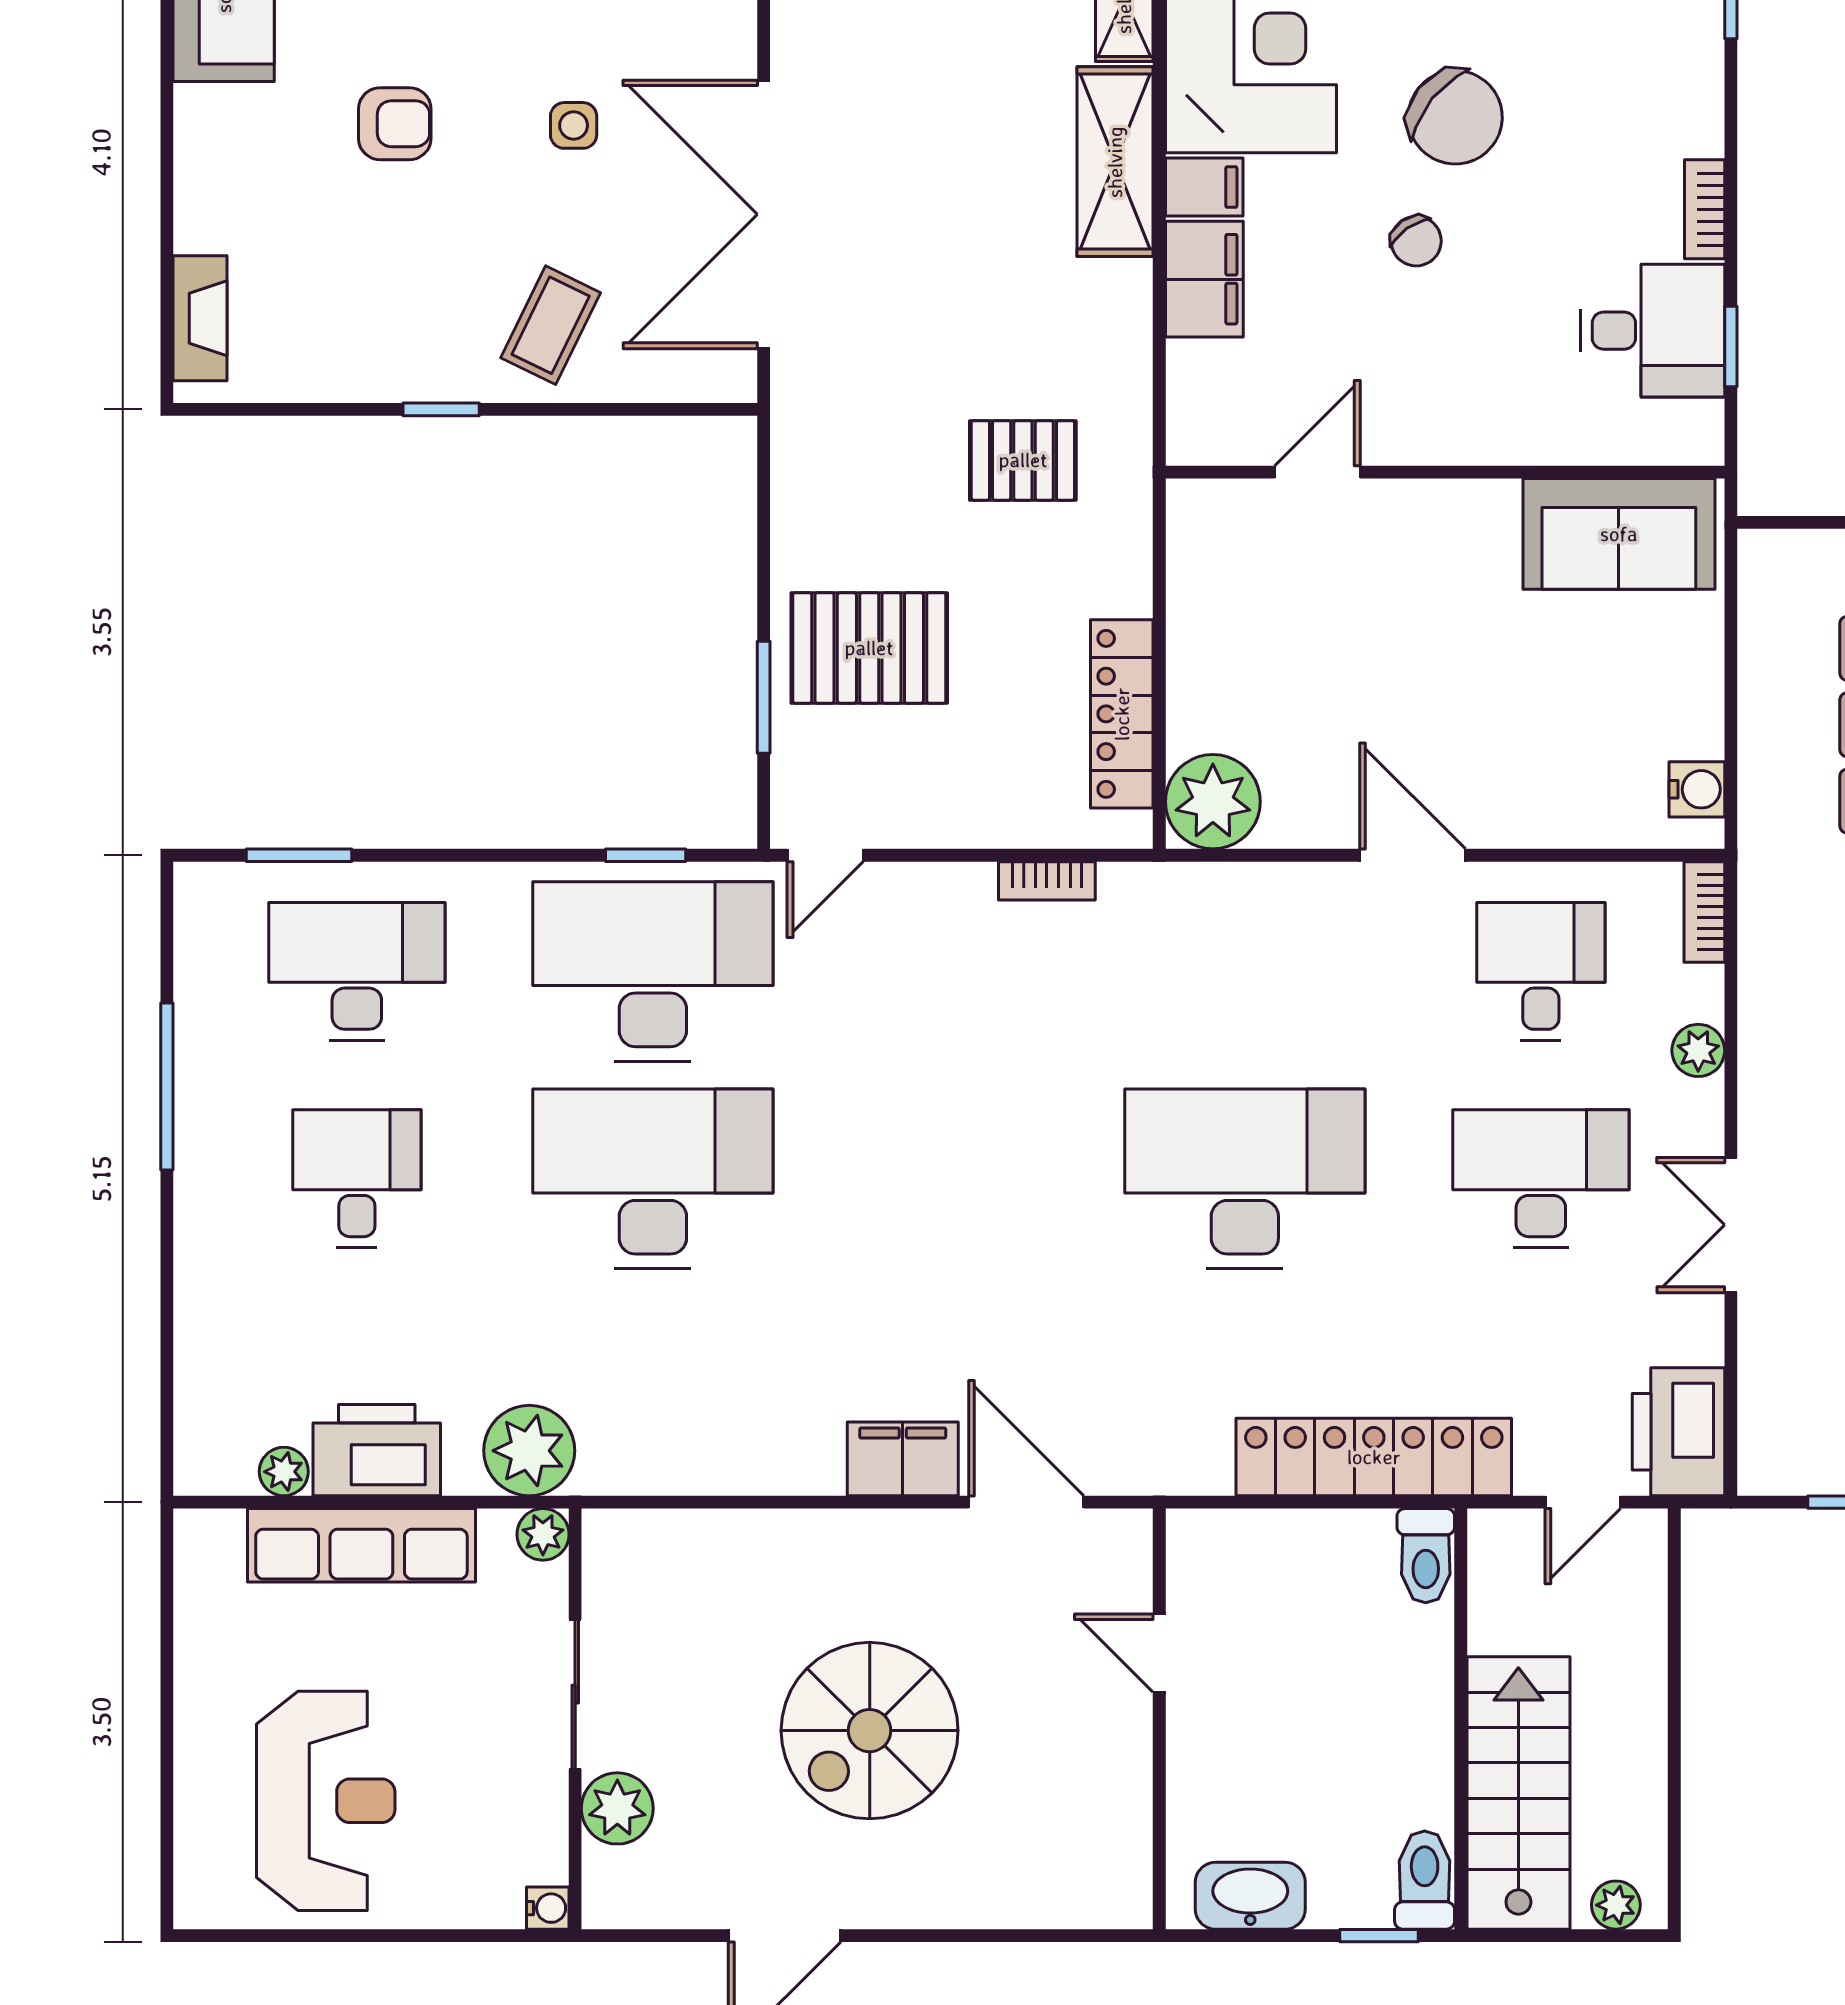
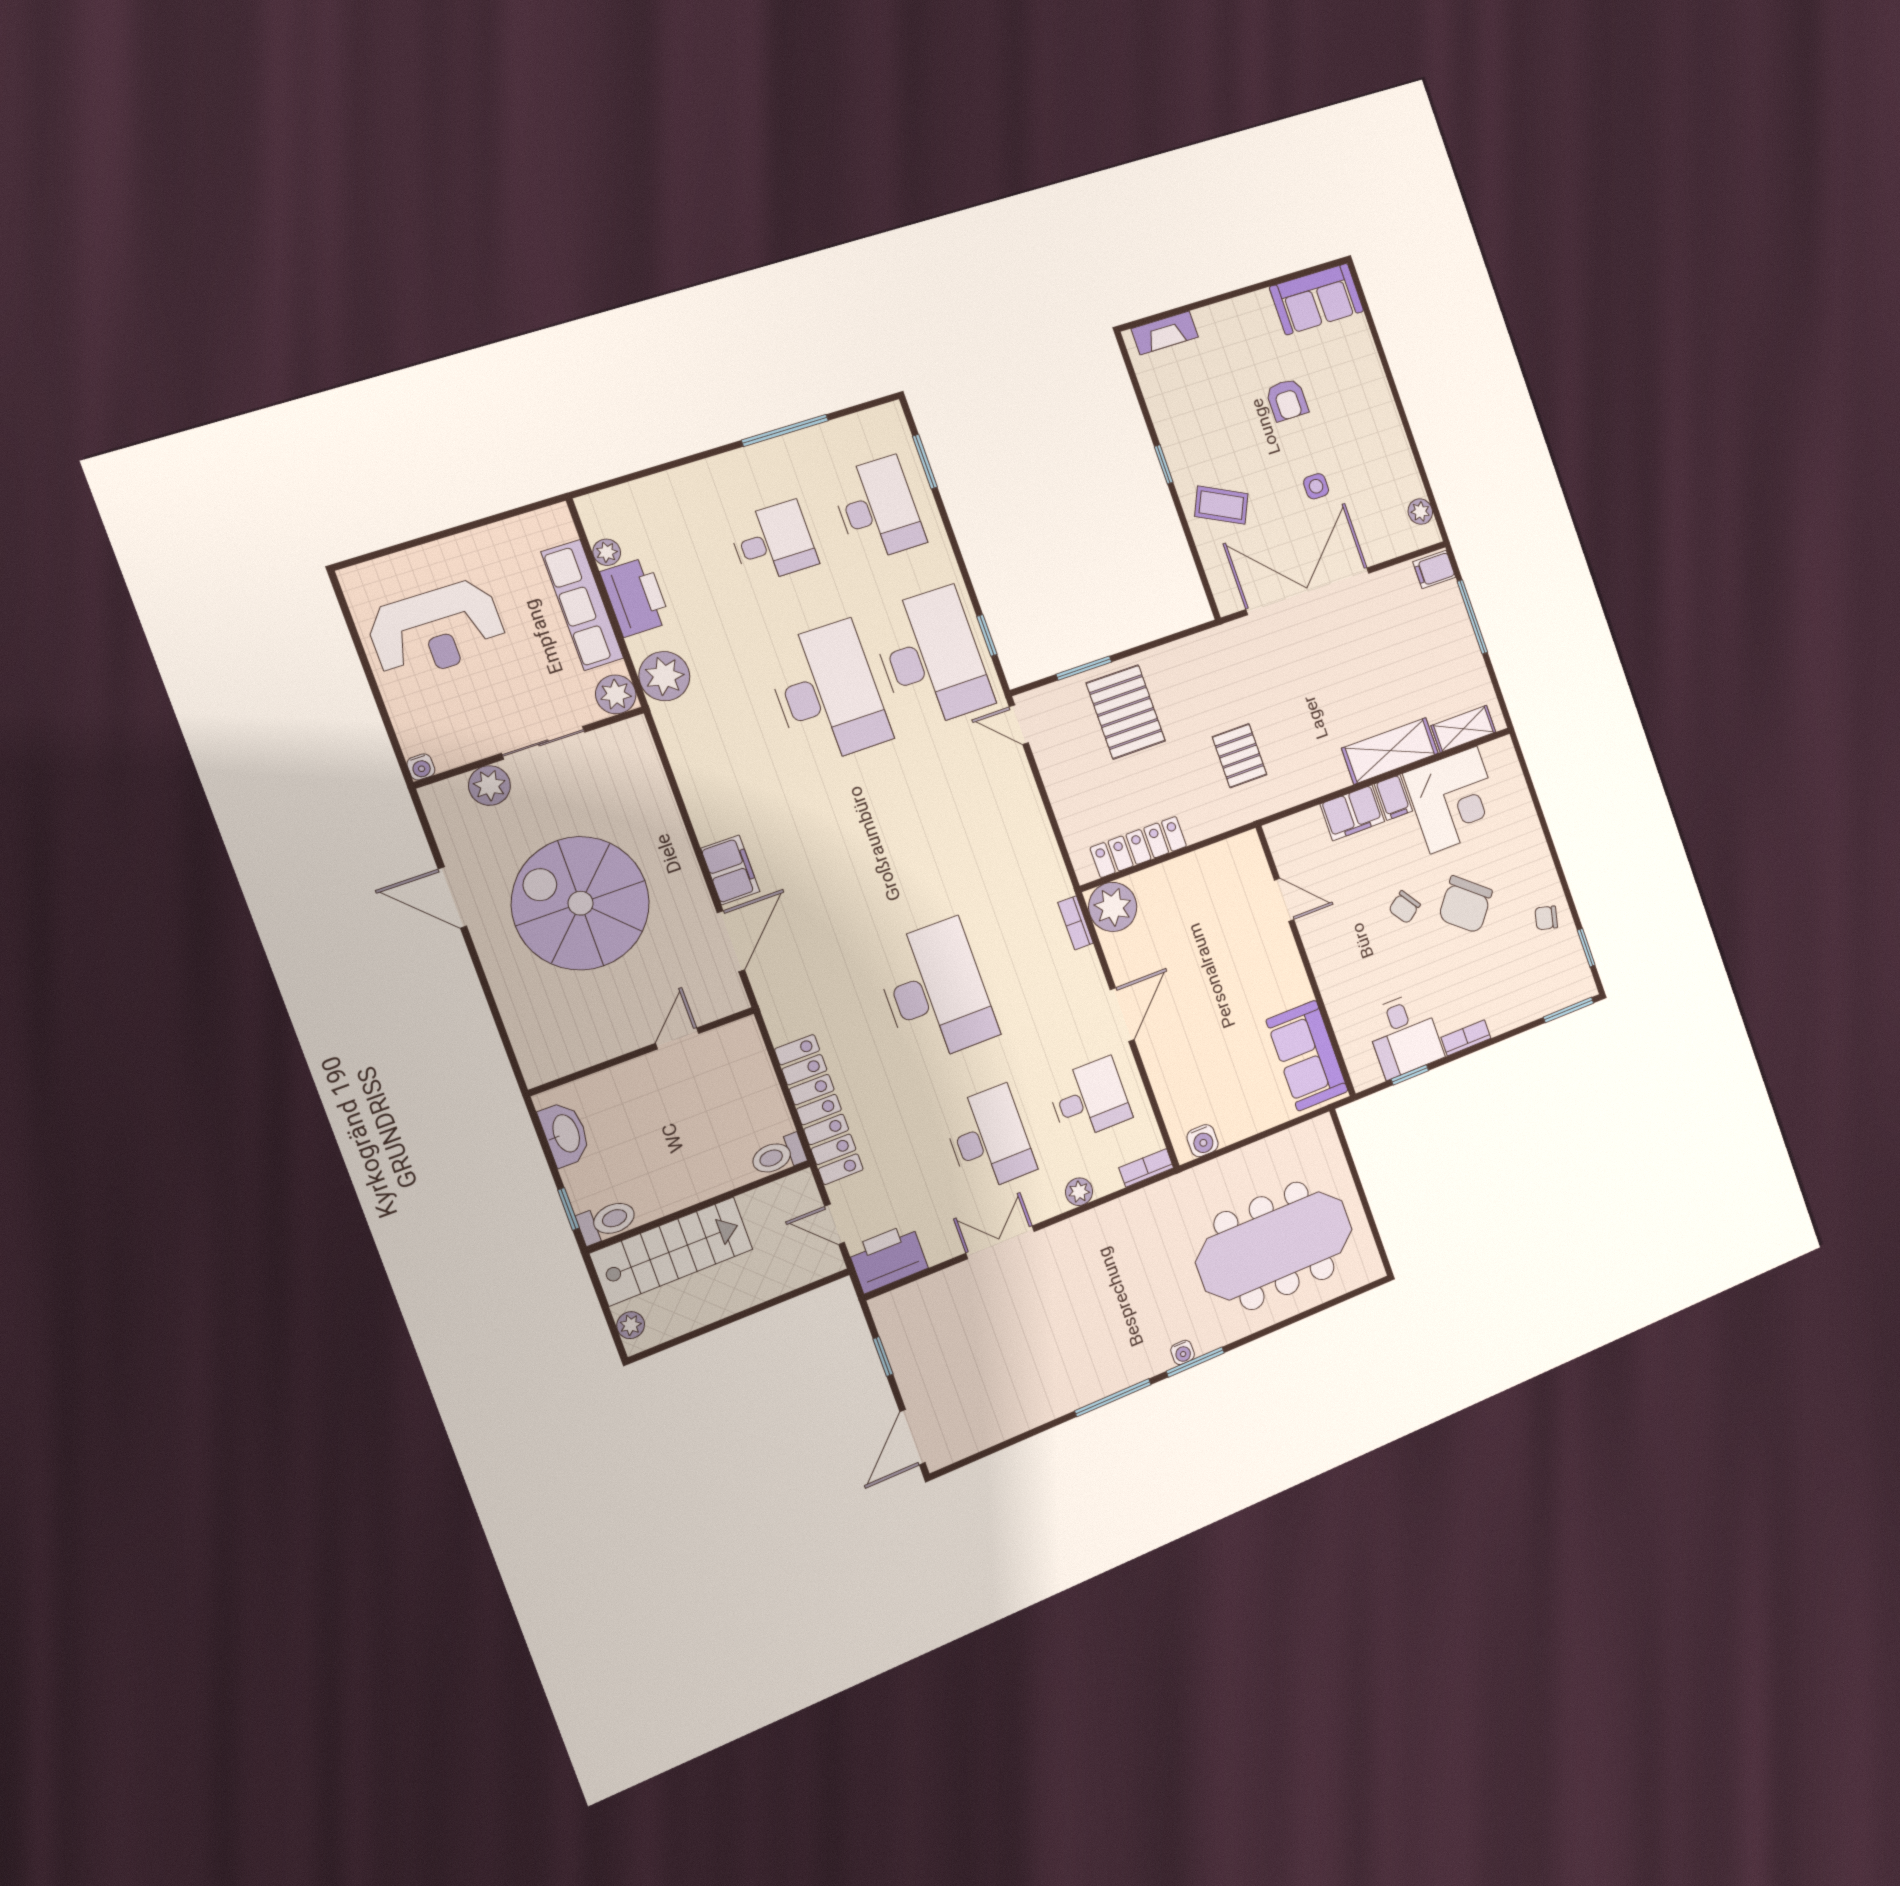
bookcase: (1047, 881) -> (1076, 923), moved
plant: (543, 1534) -> (616, 694), width x1.38, depth x1.38
spiral stairs: (870, 1731) -> (581, 903), width x1.37, depth x1.37

